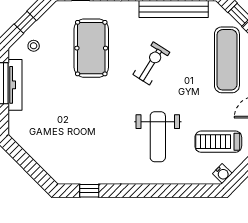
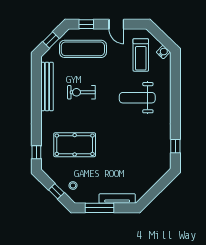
exercise bike: (151, 63) -> (81, 92), moved, turned -32
tv unit: (15, 85) -> (117, 199), moved
weight bench: (158, 137) -> (137, 98), turned 180

